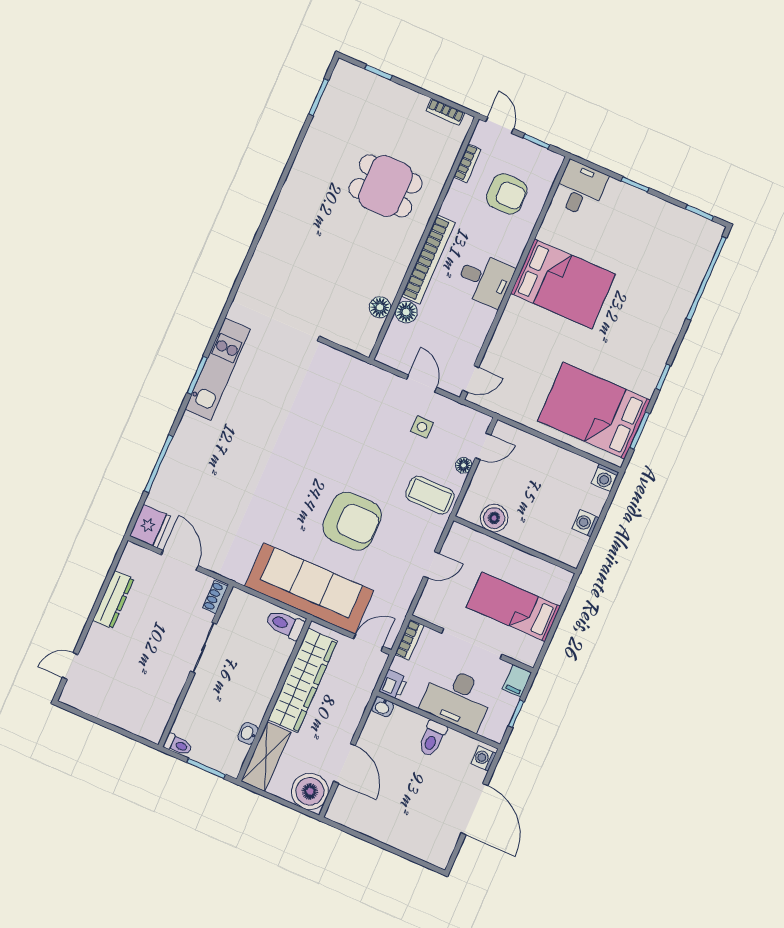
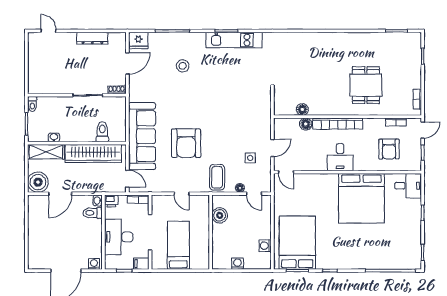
bed: (563, 284) -> (361, 198), width x1.36
stool: (223, 472) -> (183, 66), added
washing machine: (605, 478) -> (265, 246), moved
toilet: (285, 624) -> (102, 132), moved
toilet: (432, 738) -> (93, 213), moved

